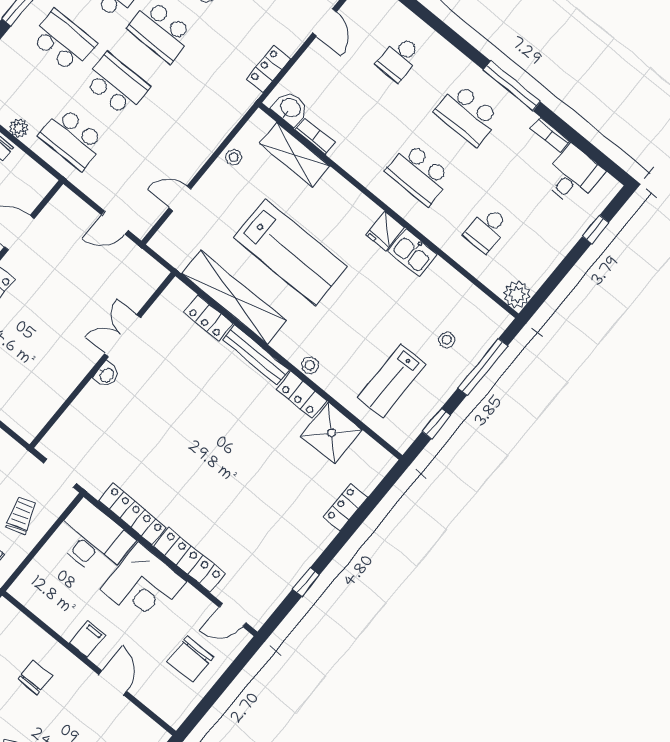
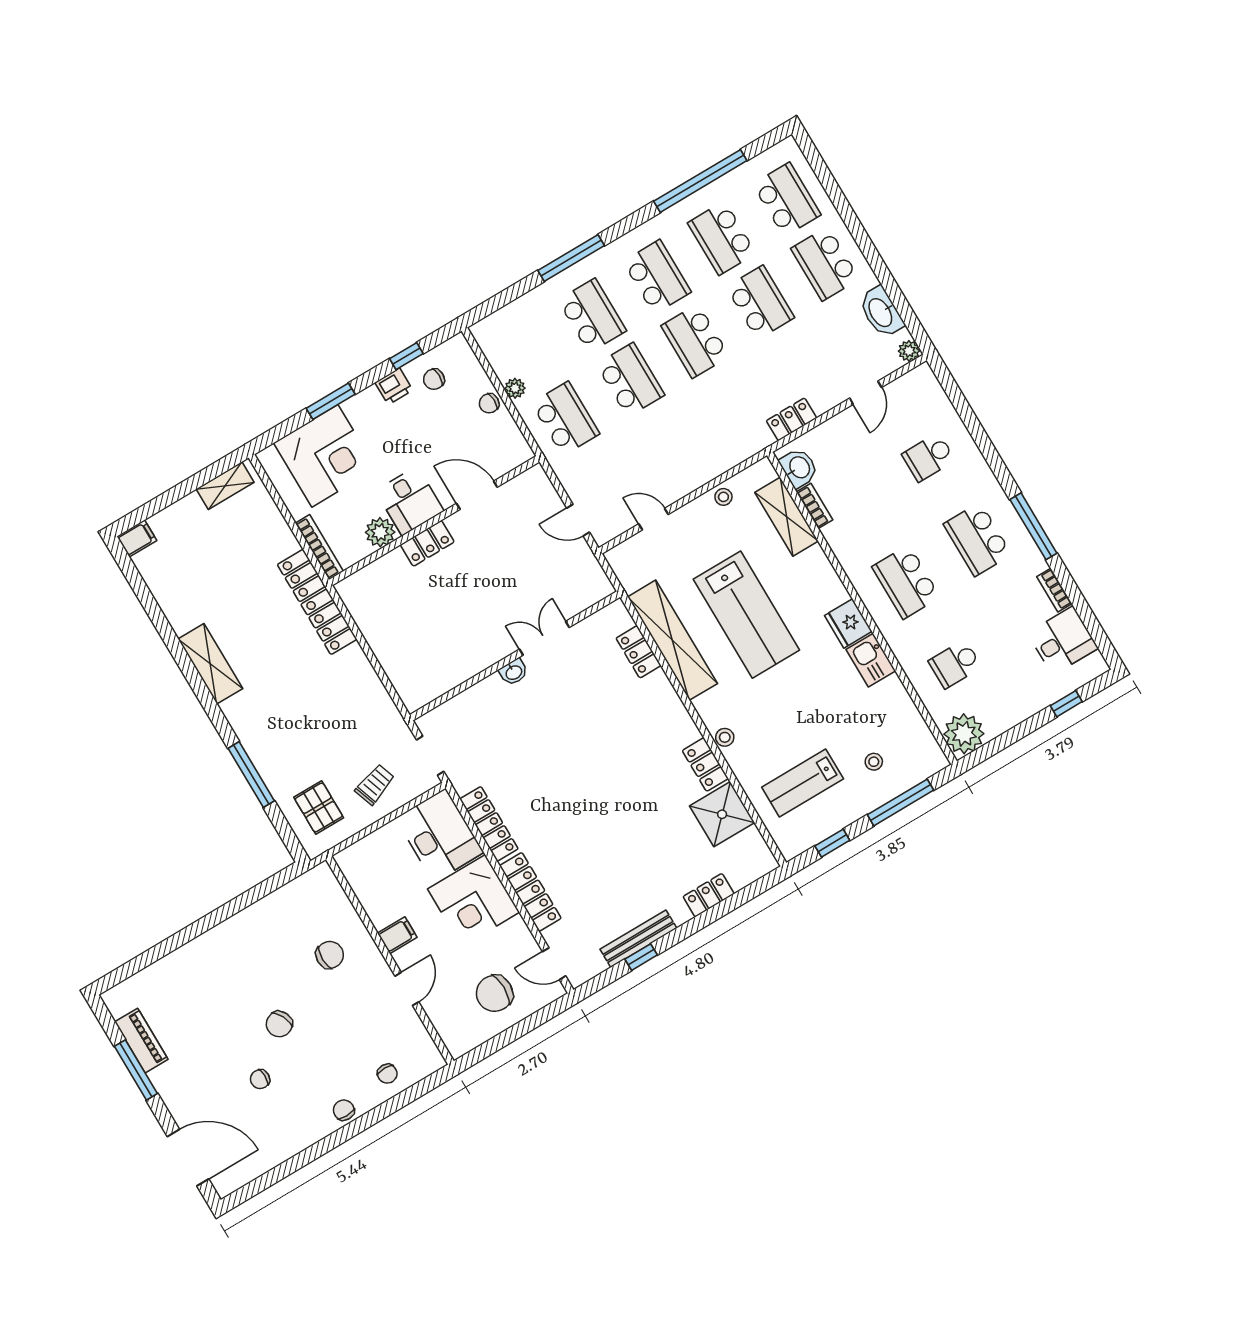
school desk: (72, 138) -> (565, 418), turned 180
fridge: (385, 231) -> (848, 623), width x1.38
plant: (517, 295) -> (964, 734), width x1.36, depth x1.36
bench: (256, 355) -> (638, 939), moved, turned 90

